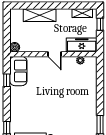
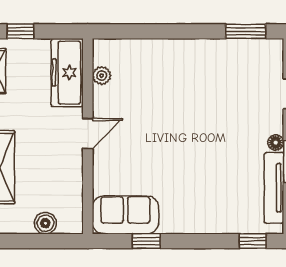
boiler: (15, 47) -> (45, 223), moved

